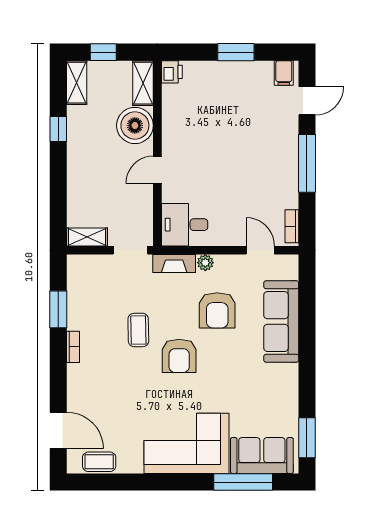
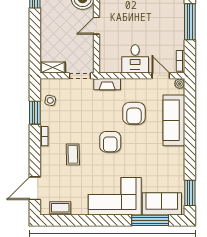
desk: (185, 225) -> (135, 59), moved, turned -90
plant: (205, 263) -> (180, 84), moved
side table: (83, 290) -> (50, 100), added
coffee table: (138, 330) -> (73, 154), moved
door: (58, 430) -> (35, 188), swing flipped

